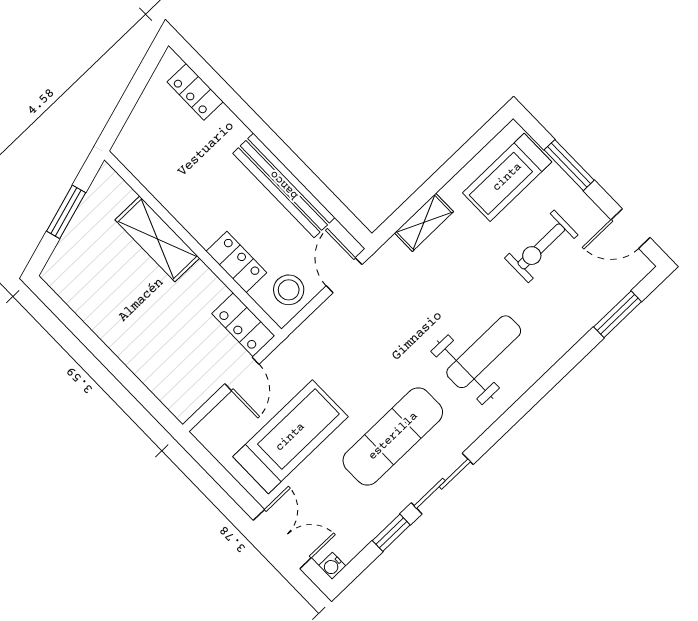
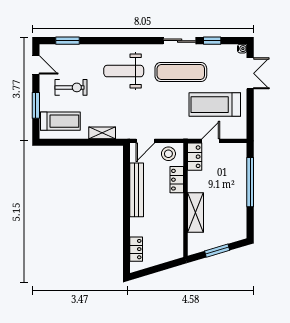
window: (118, 369) -> (250, 182), added
double door: (282, 539) -> (250, 73), swing flipped

